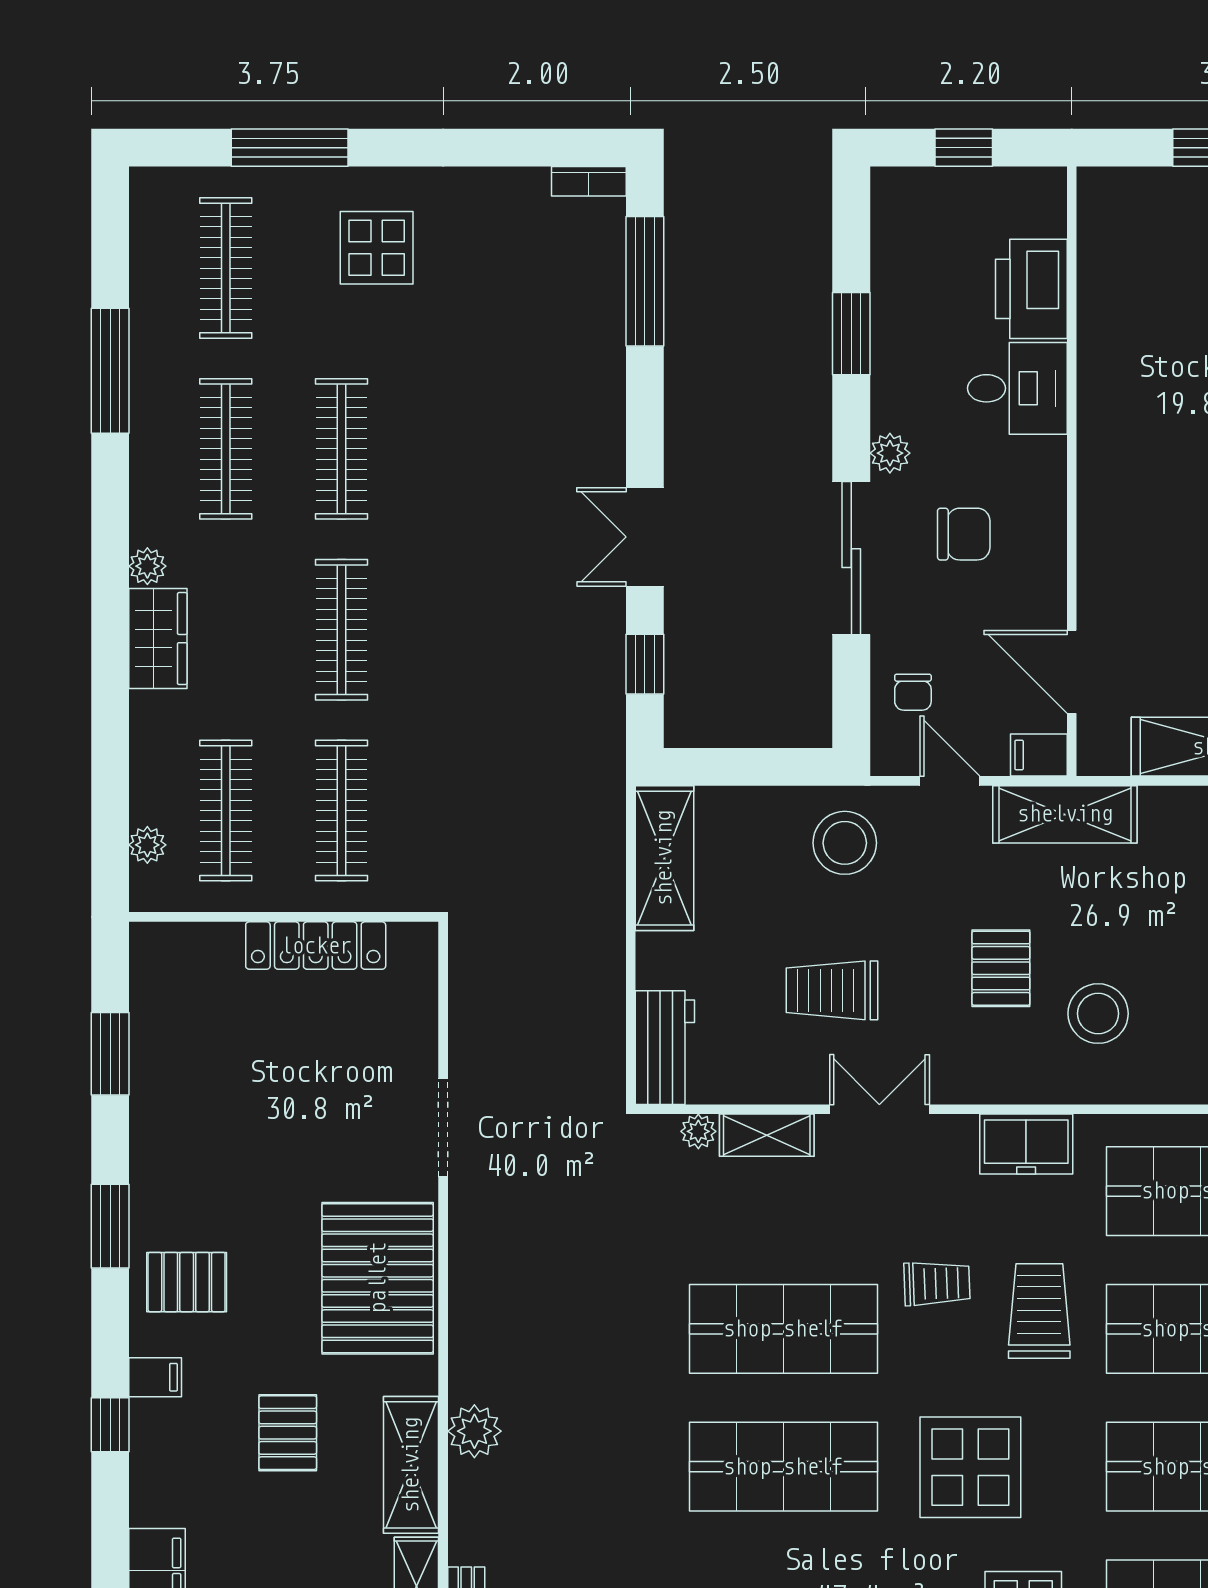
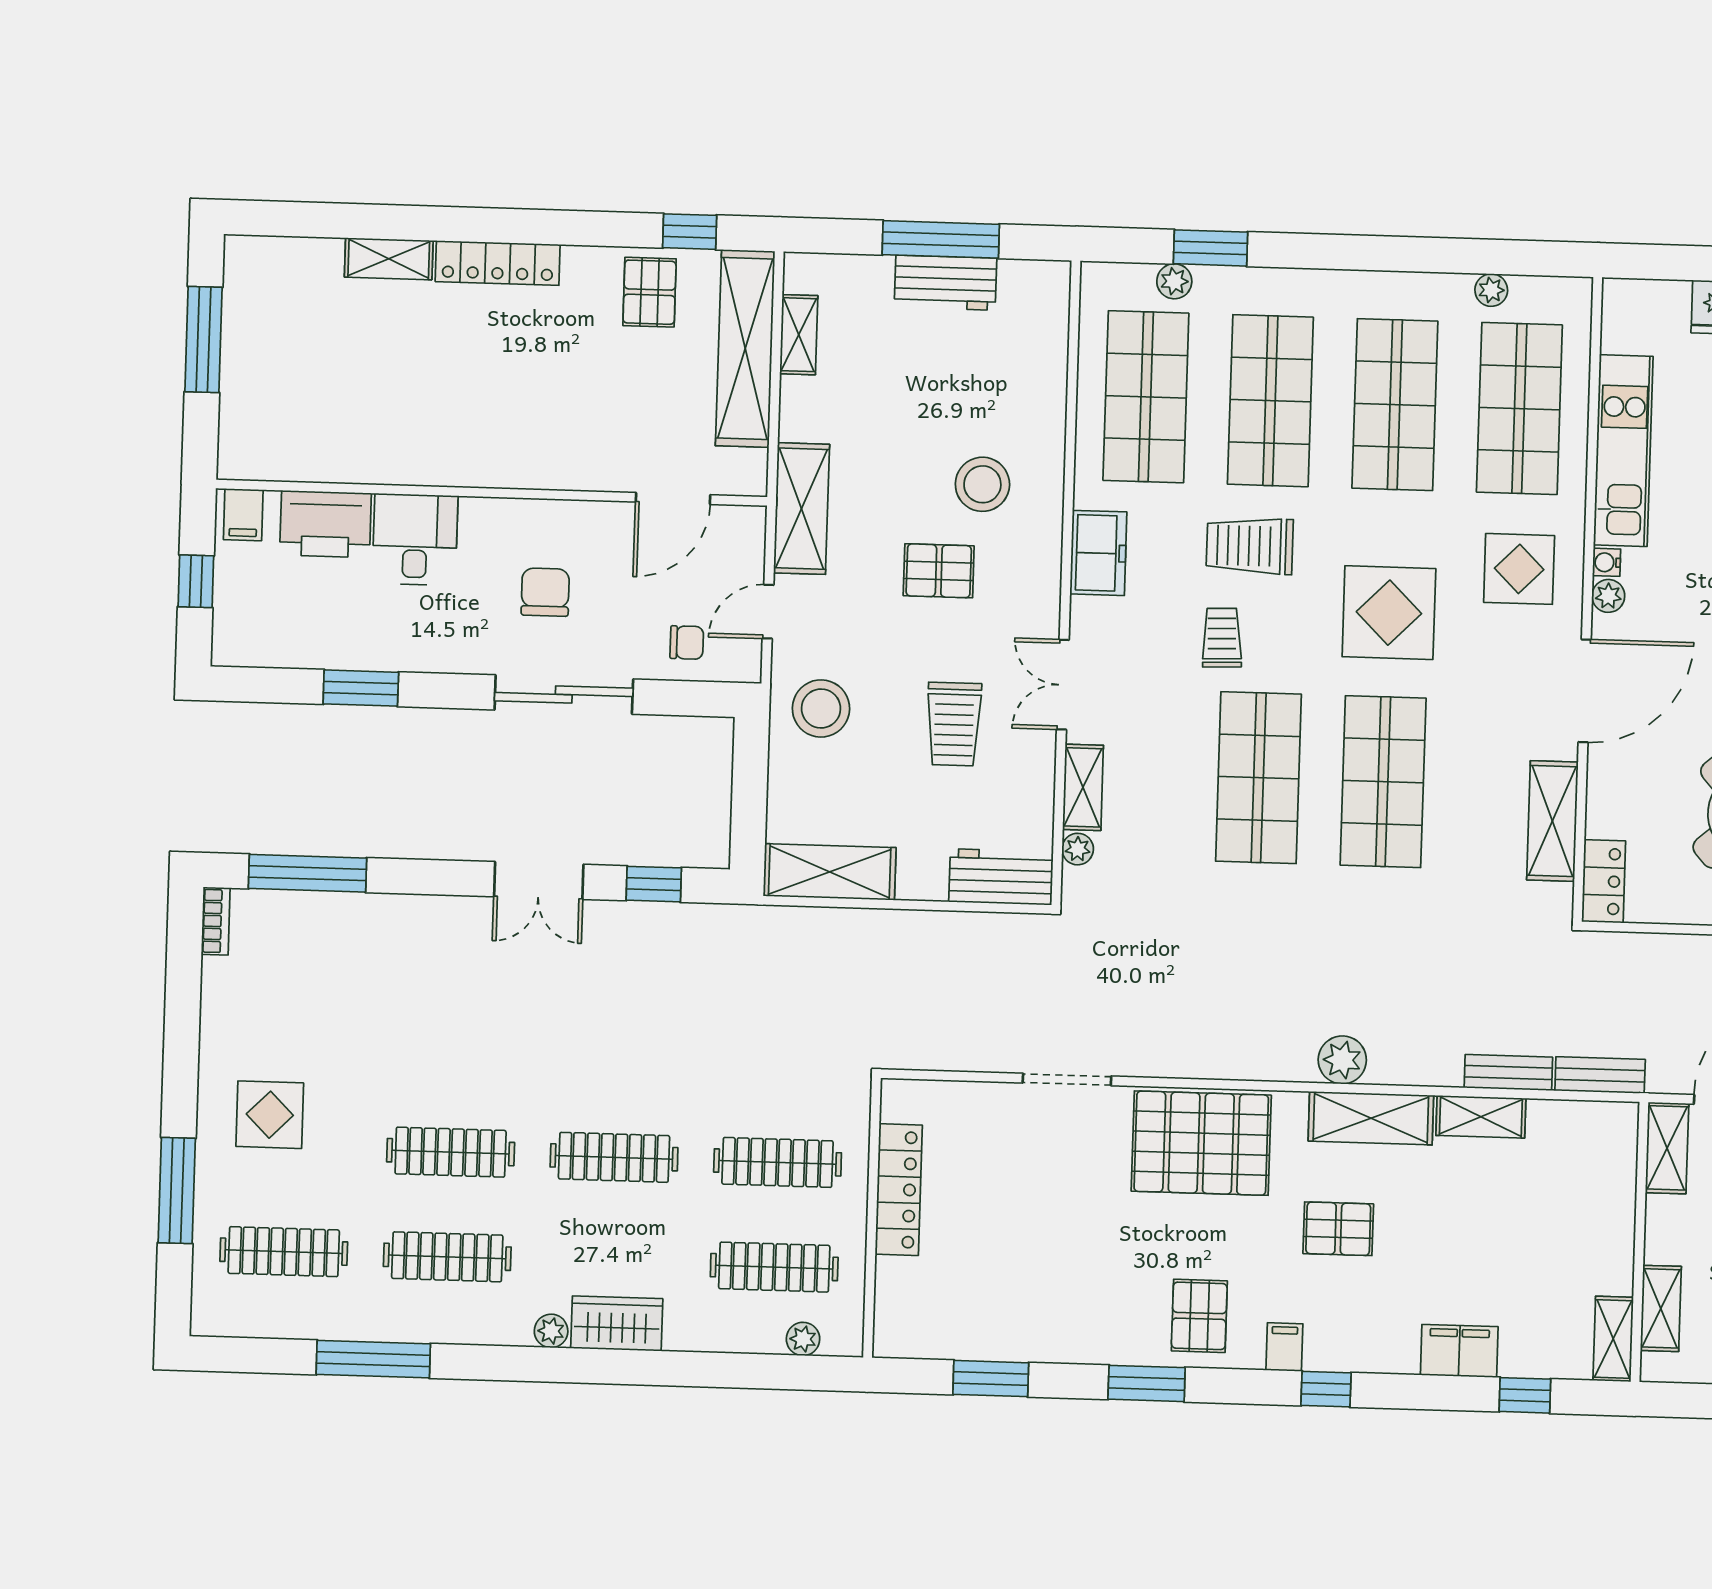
plant: (890, 453) -> (470, 656), removed
filing cabinet: (1039, 755) -> (243, 515), moved

